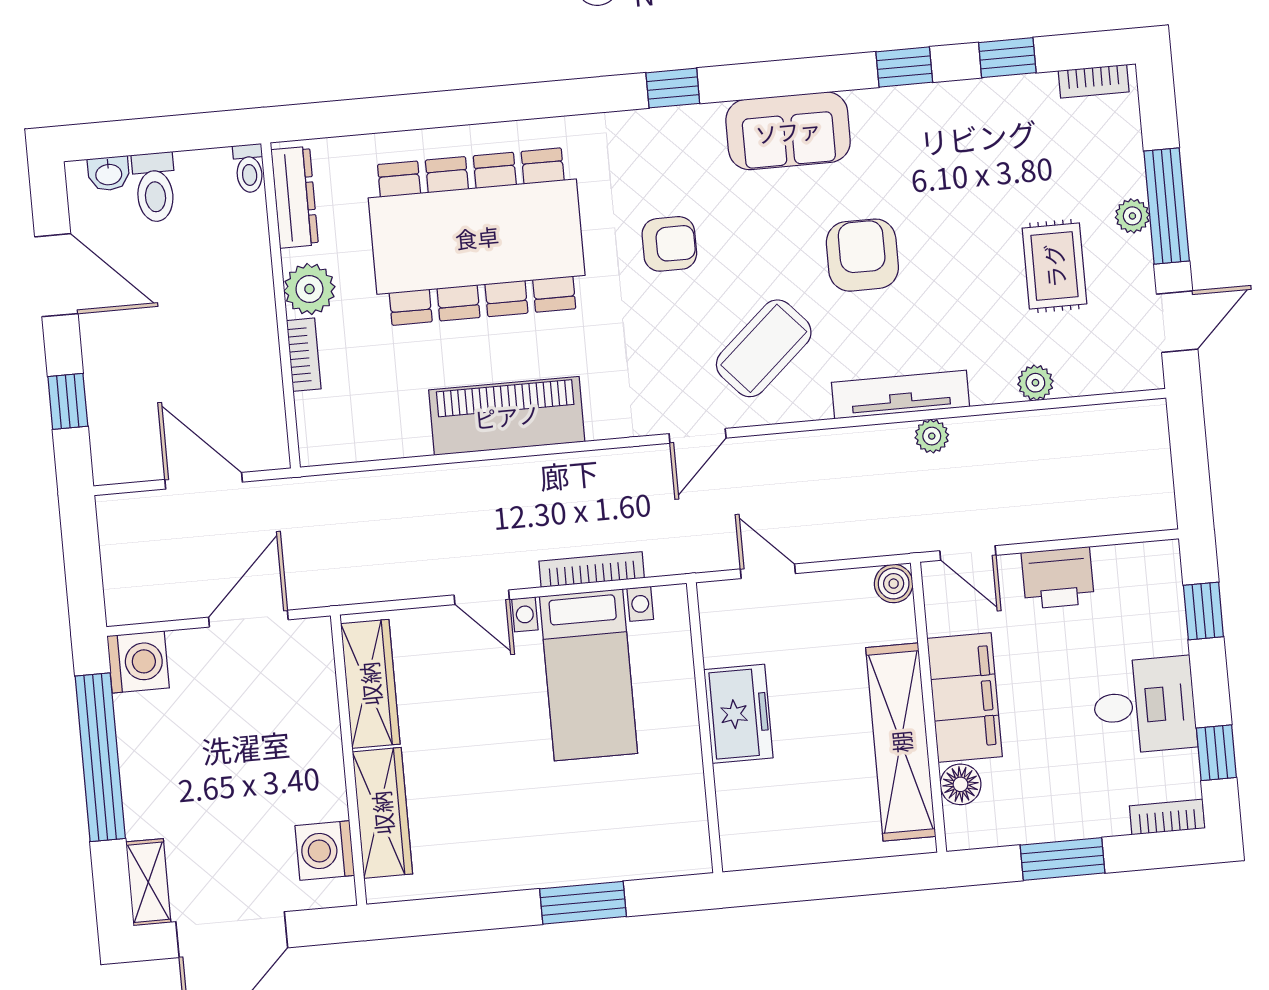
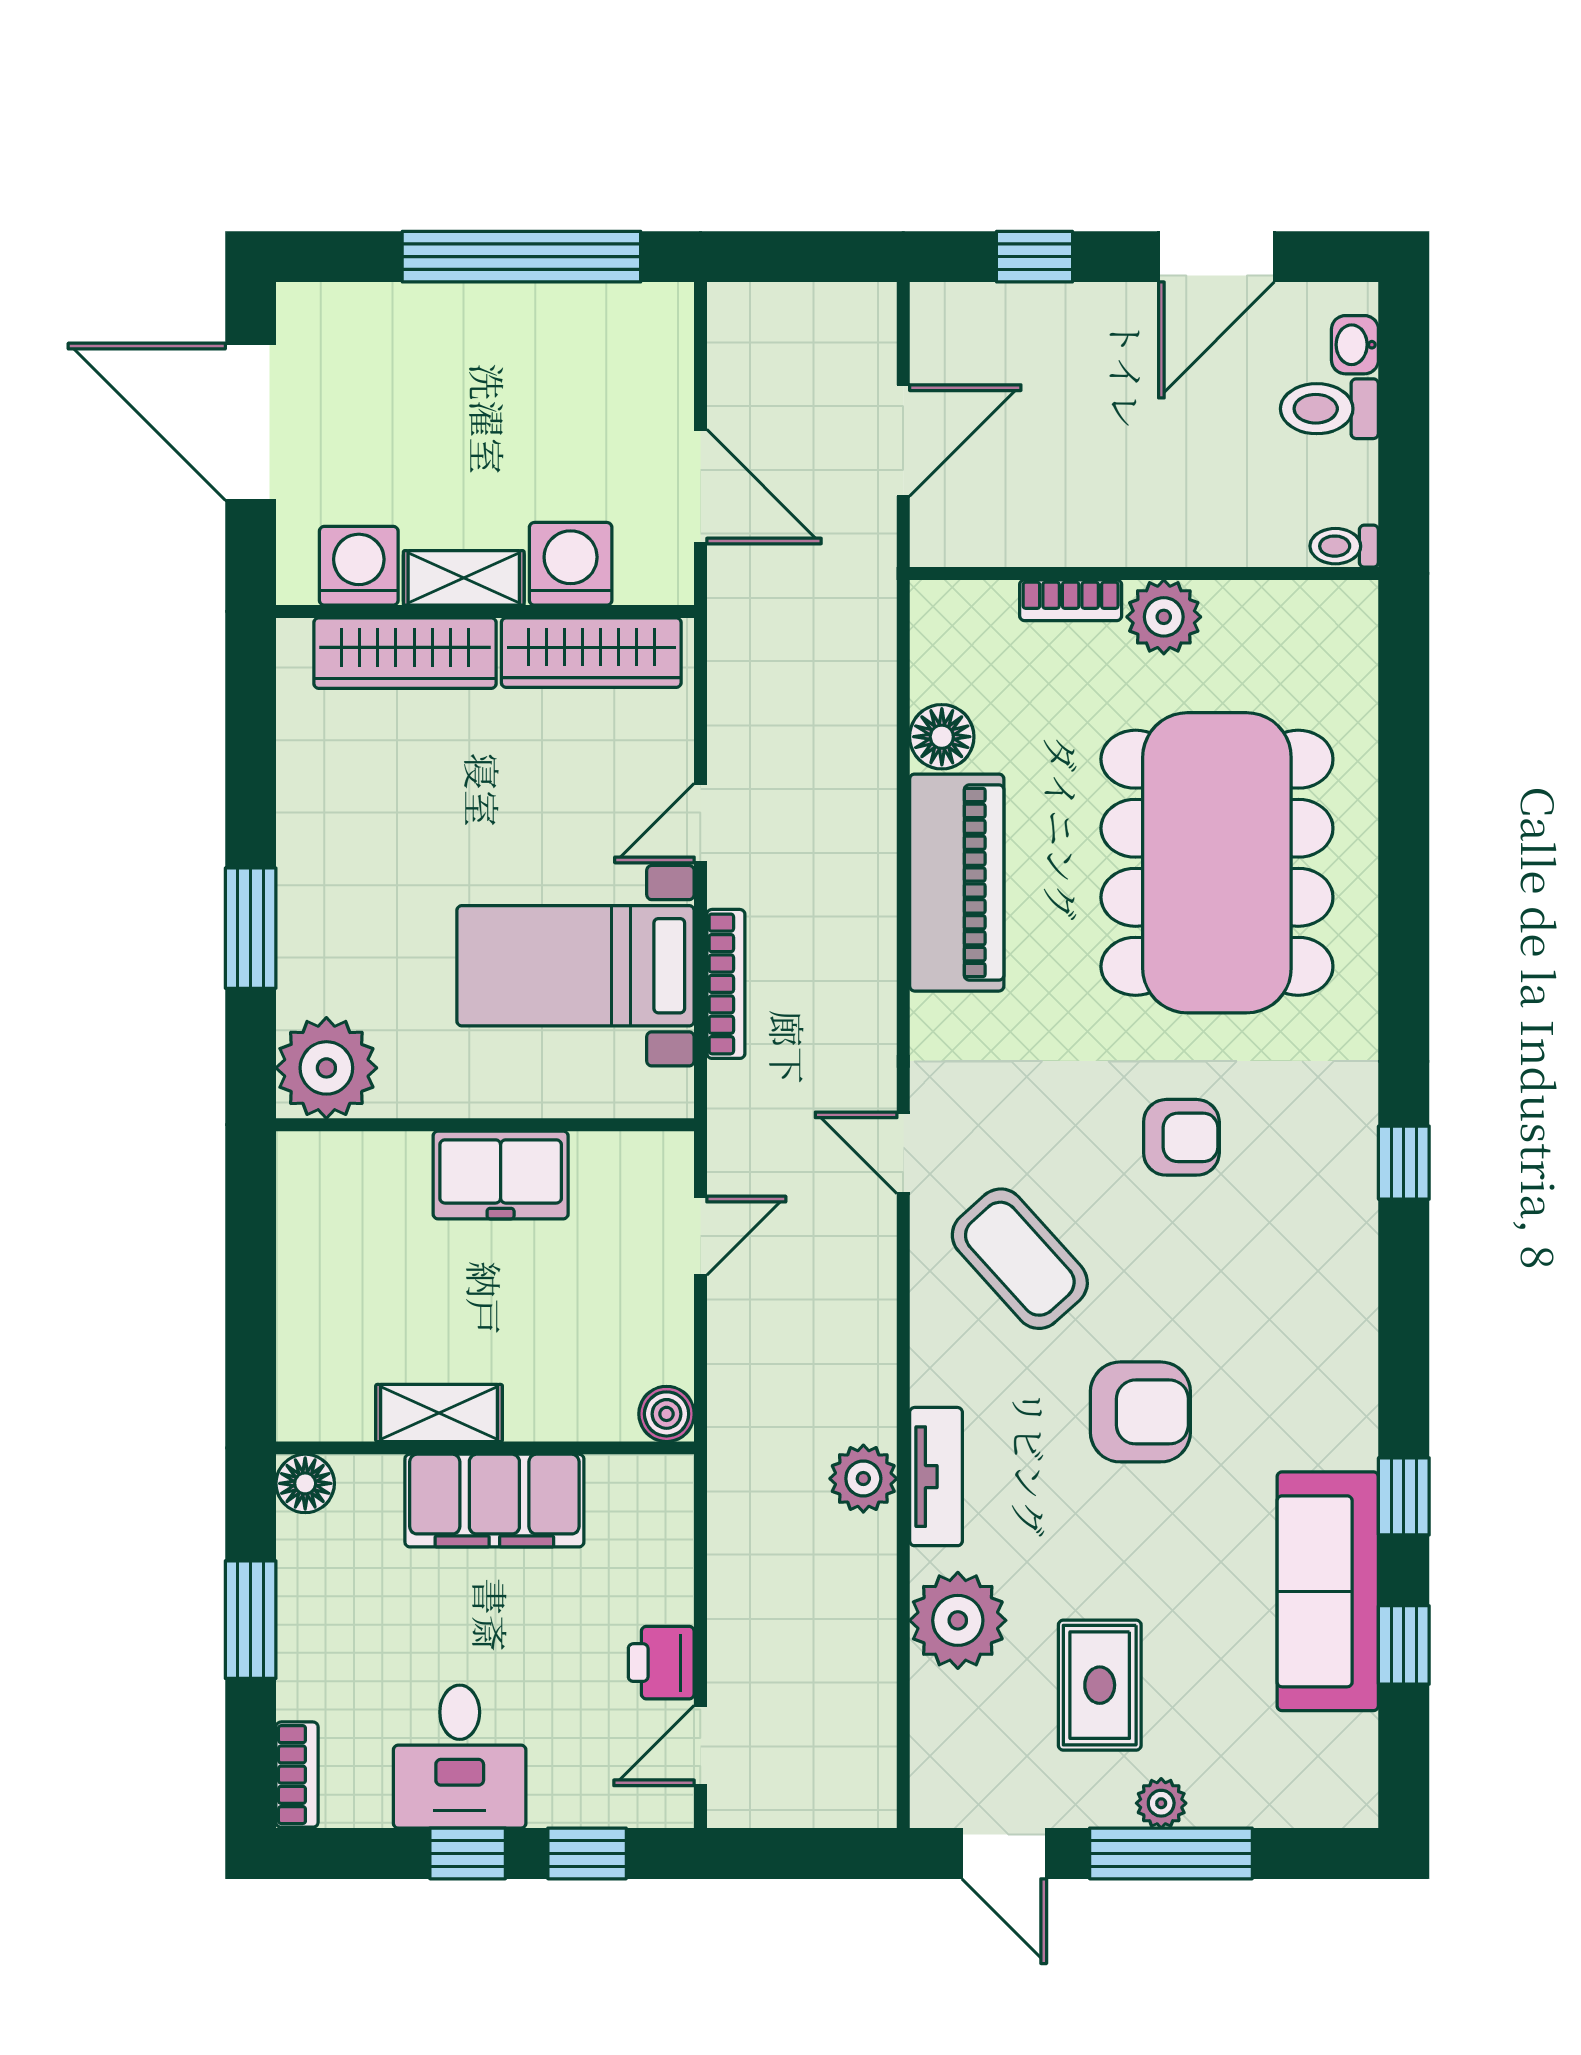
bookcase: (1094, 81) -> (1359, 1765), removed
sofa: (788, 131) -> (1328, 1591), moved, width x1.36
dresser: (295, 197) -> (1297, 608), removed
armchair: (669, 244) -> (1181, 1137), turned -90
rug: (1054, 266) -> (1100, 1685), turned 90
plant: (1035, 383) -> (958, 1620), width x1.88, depth x1.88
tv unit: (900, 395) -> (936, 1477), width x0.71
floor lamp: (407, 435) -> (942, 737), added
plant: (932, 436) -> (863, 1479), width x1.38, depth x1.38
door: (968, 553) -> (700, 1745), moved
printer: (1058, 578) -> (661, 1663), width x0.73, depth x0.81
washing machine: (138, 662) -> (571, 564), moved, turned 180
shelving: (901, 742) -> (439, 1413), width x0.45, depth x0.75
window: (1216, 753) -> (468, 1853), moved
floor lamp: (961, 784) -> (305, 1483), moved
plant: (675, 841) -> (326, 1068), added
shelving: (148, 882) -> (464, 578), moved

